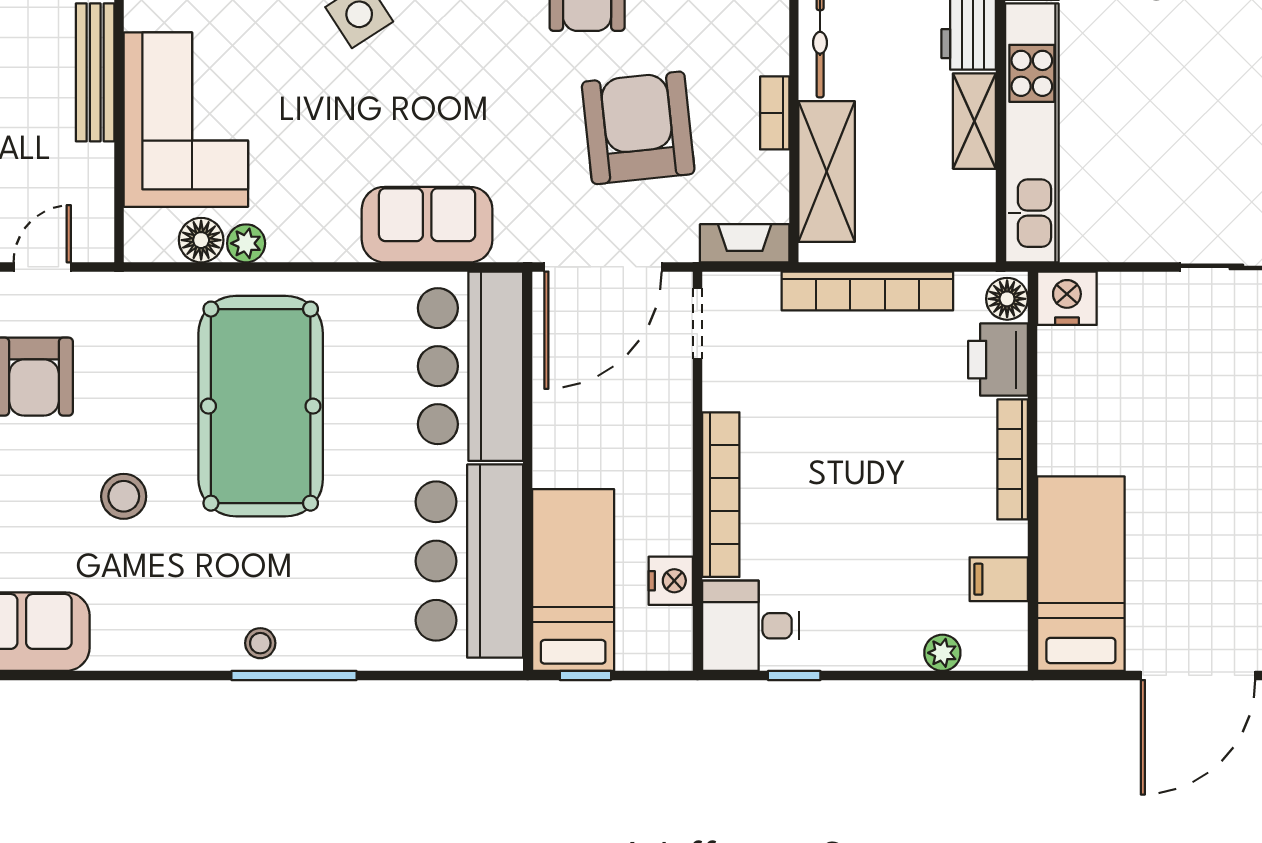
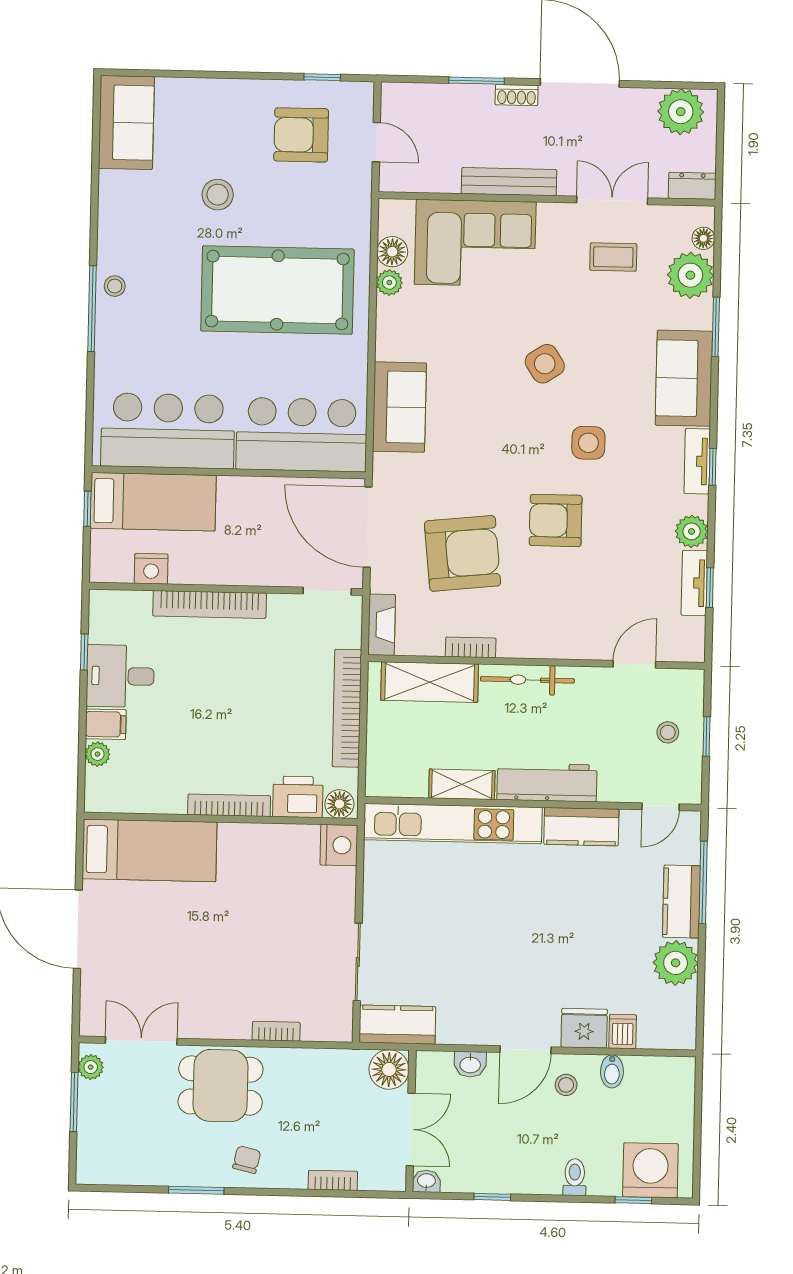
filing cabinet: (999, 579) -> (106, 724), moved, turned 90
desk: (751, 626) -> (120, 676), moved, turned -90

